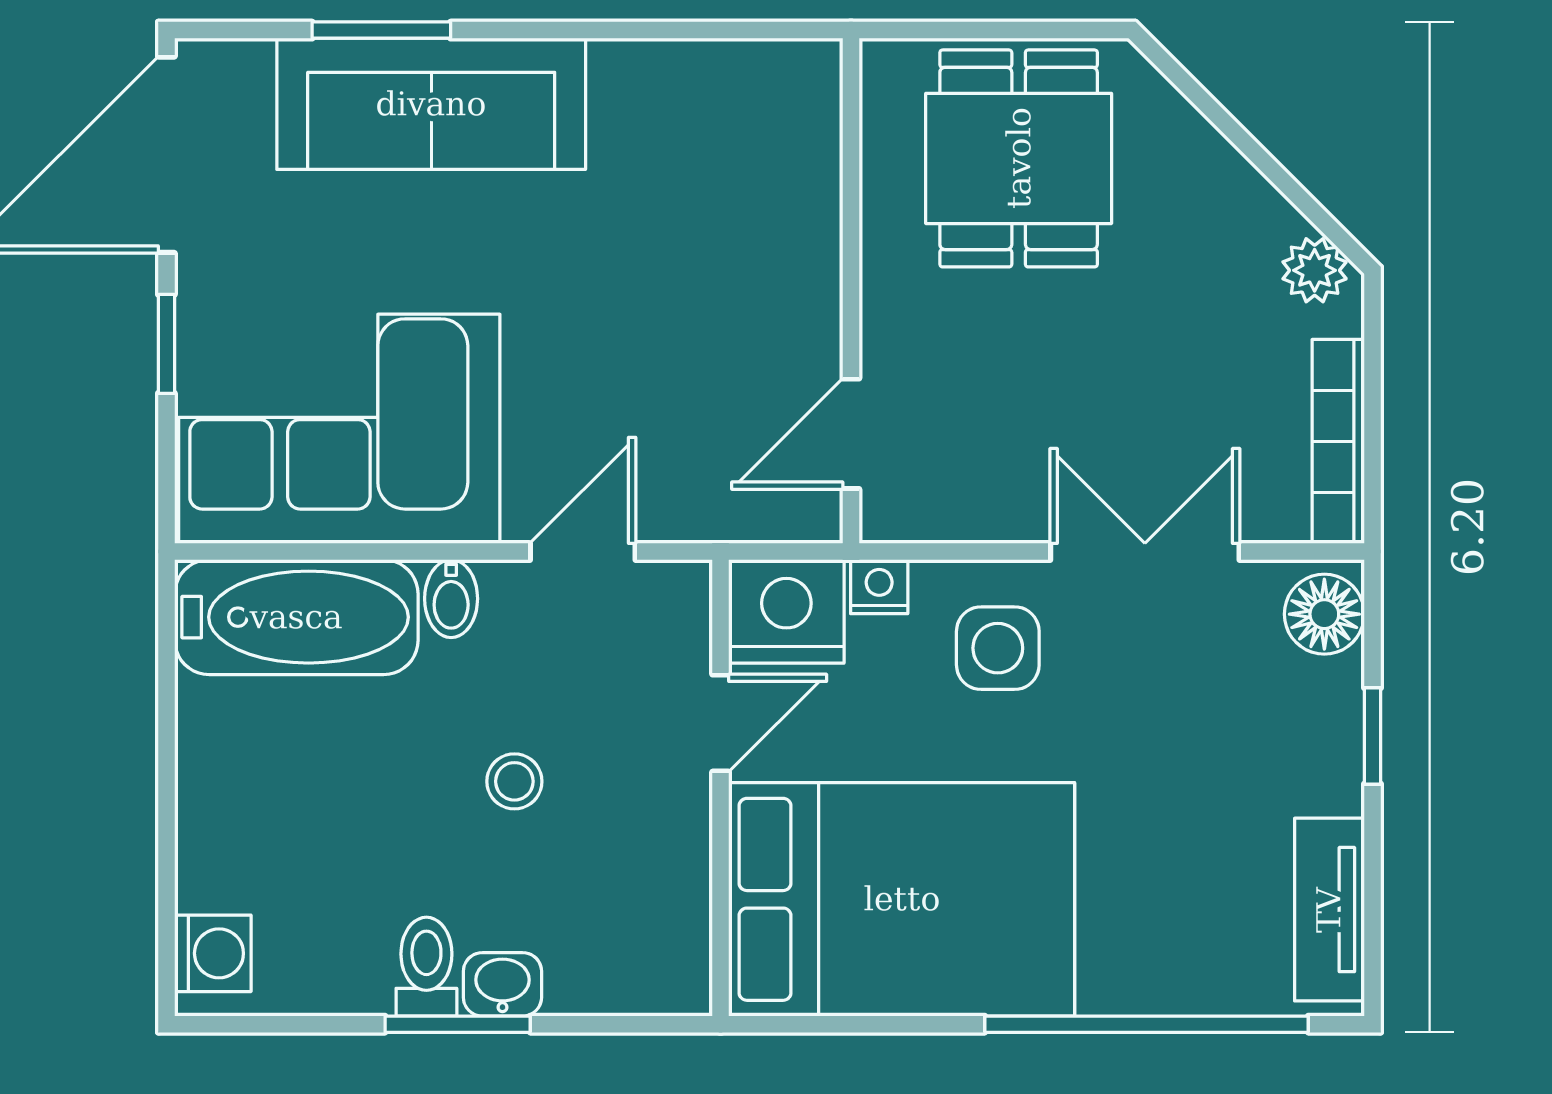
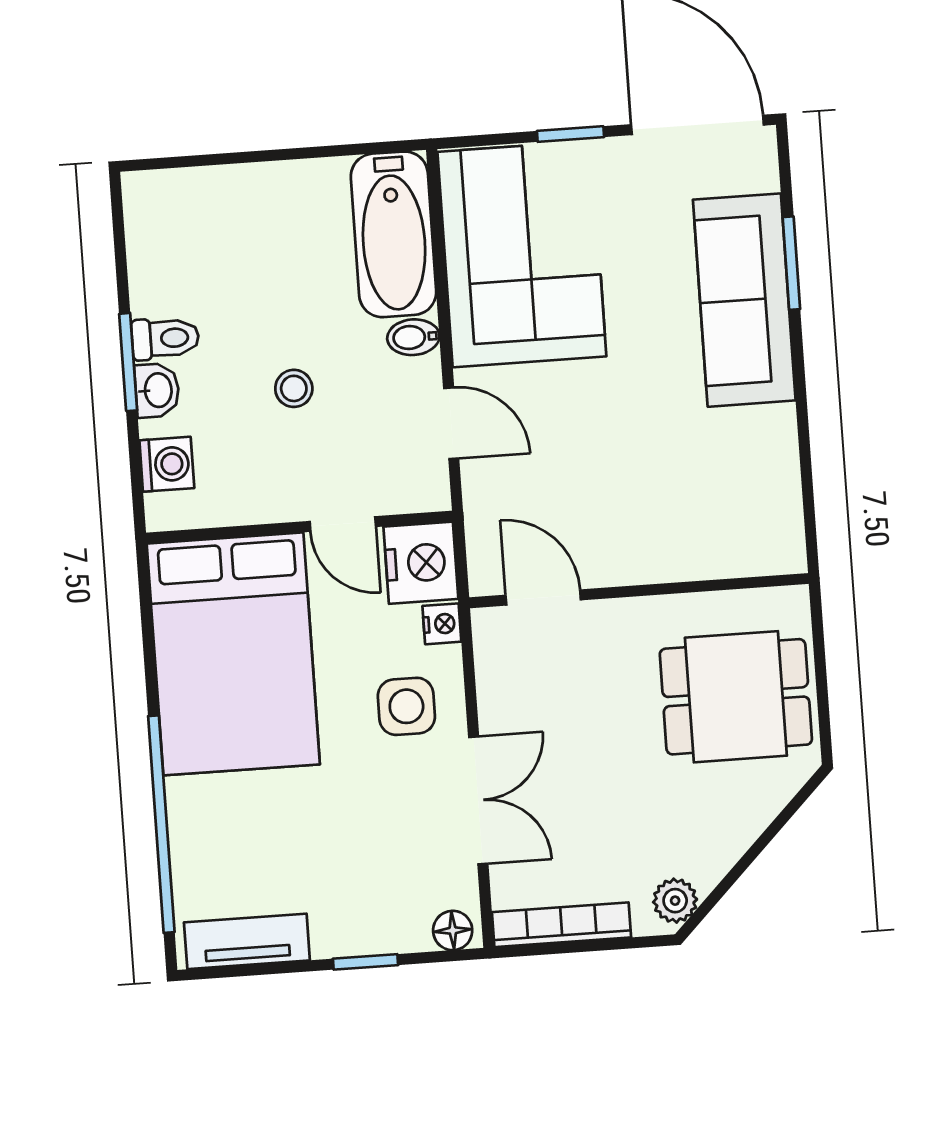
floor lamp: (1324, 614) -> (453, 930), width x0.73, depth x0.73
washing machine: (213, 953) -> (167, 464), moved, turned -90

